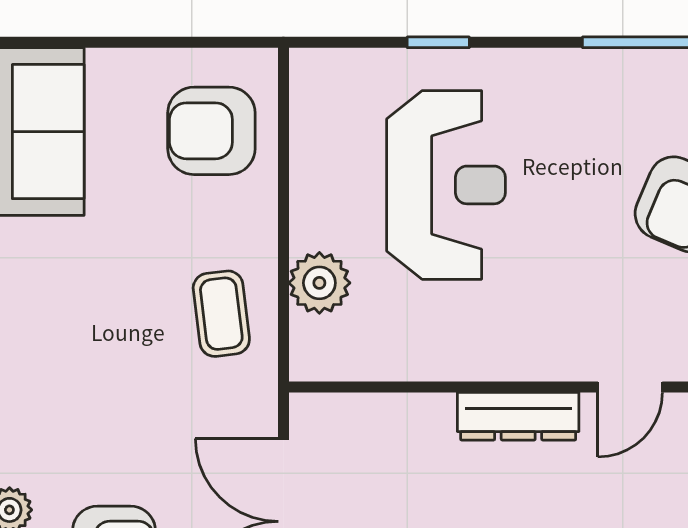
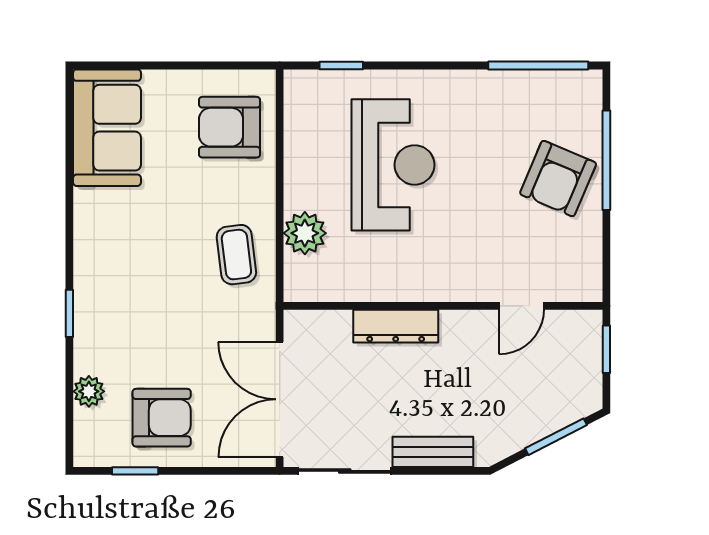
window: (438, 42) -> (341, 66), moved
dresser: (518, 416) -> (396, 326), moved

